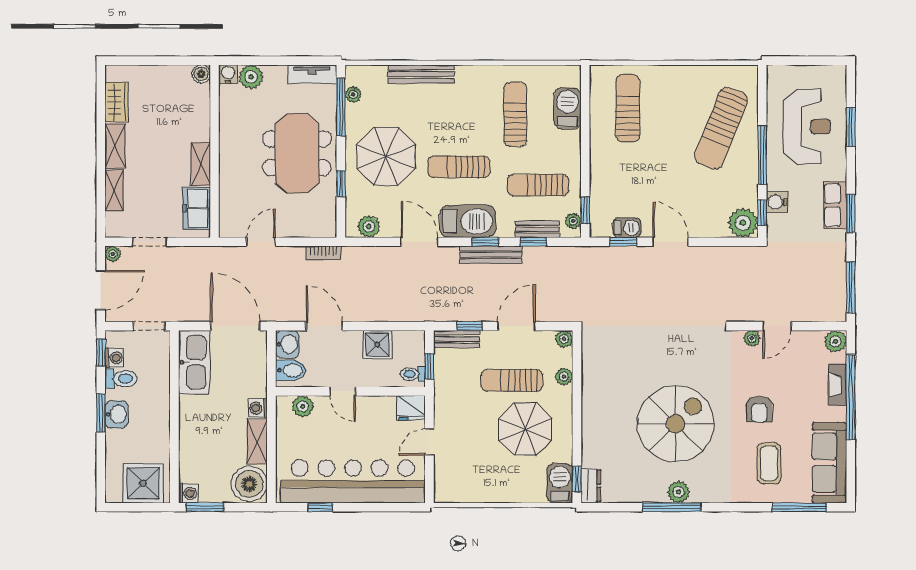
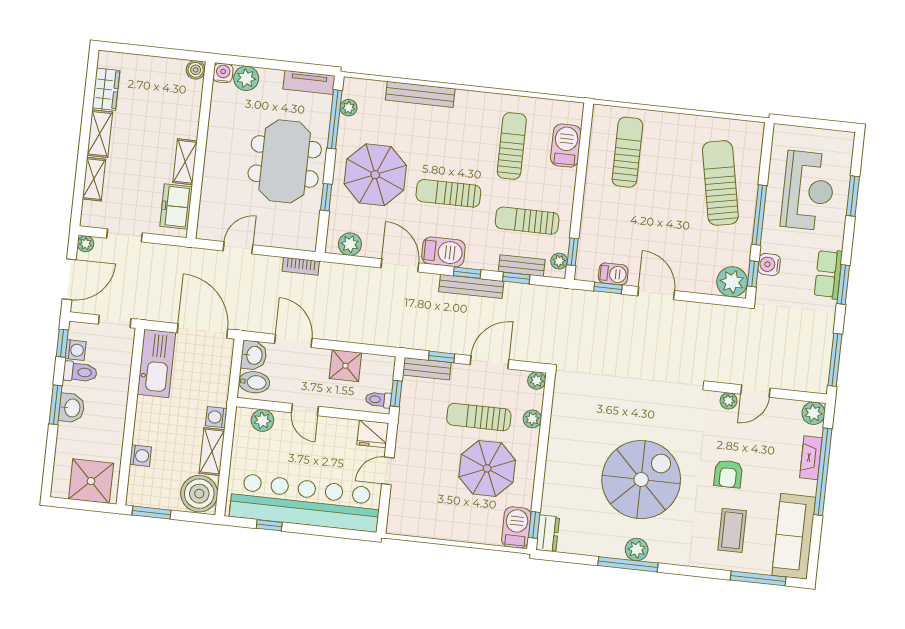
sun lounger: (721, 128) -> (720, 183), turned 147
barbecue: (468, 221) -> (443, 252), width x0.73, depth x0.83
washing machine: (188, 493) -> (141, 456), moved

